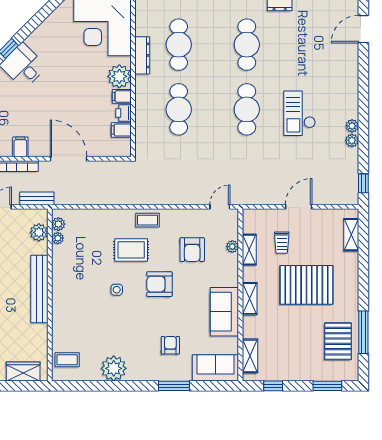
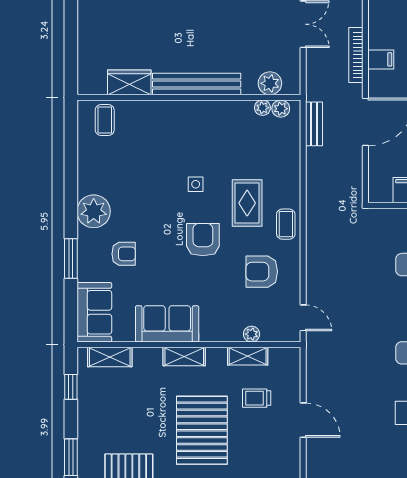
bench: (37, 198) -> (314, 124), moved
armchair: (192, 250) -> (262, 272), moved
plant: (114, 368) -> (94, 211), moved
wardrobe: (23, 371) -> (129, 82), moved, turned -90

